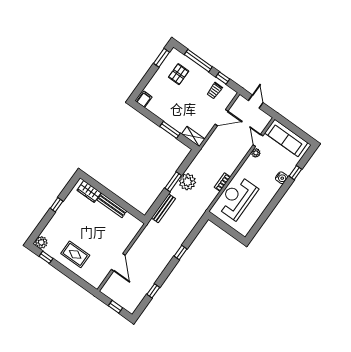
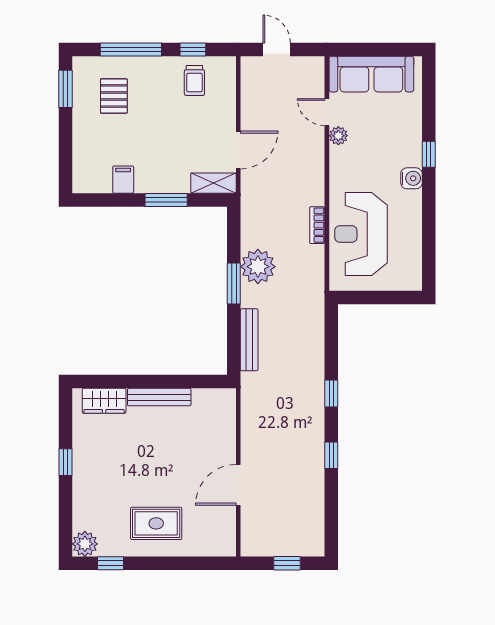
filing cabinet: (144, 99) -> (123, 180), moved
door: (221, 118) -> (238, 150), moved
window: (295, 173) -> (429, 154), moved
water cooler: (282, 178) -> (411, 178), moved
door: (118, 262) -> (238, 485), swing flipped
window: (153, 291) -> (331, 455), moved

